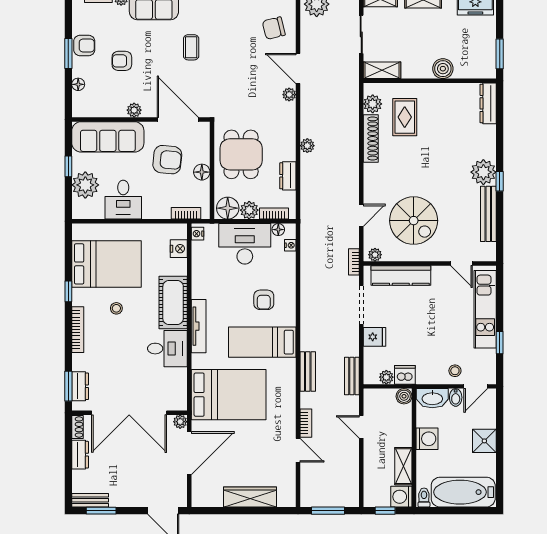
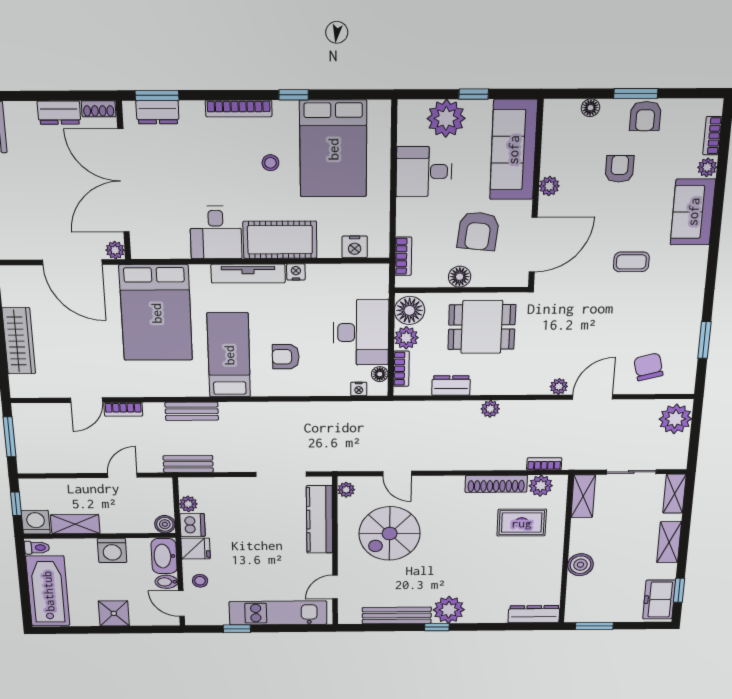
nightstand: (198, 234) -> (296, 272), moved
bookcase: (354, 262) -> (544, 464), moved
fridge: (375, 337) -> (196, 549), moved, turned -90

